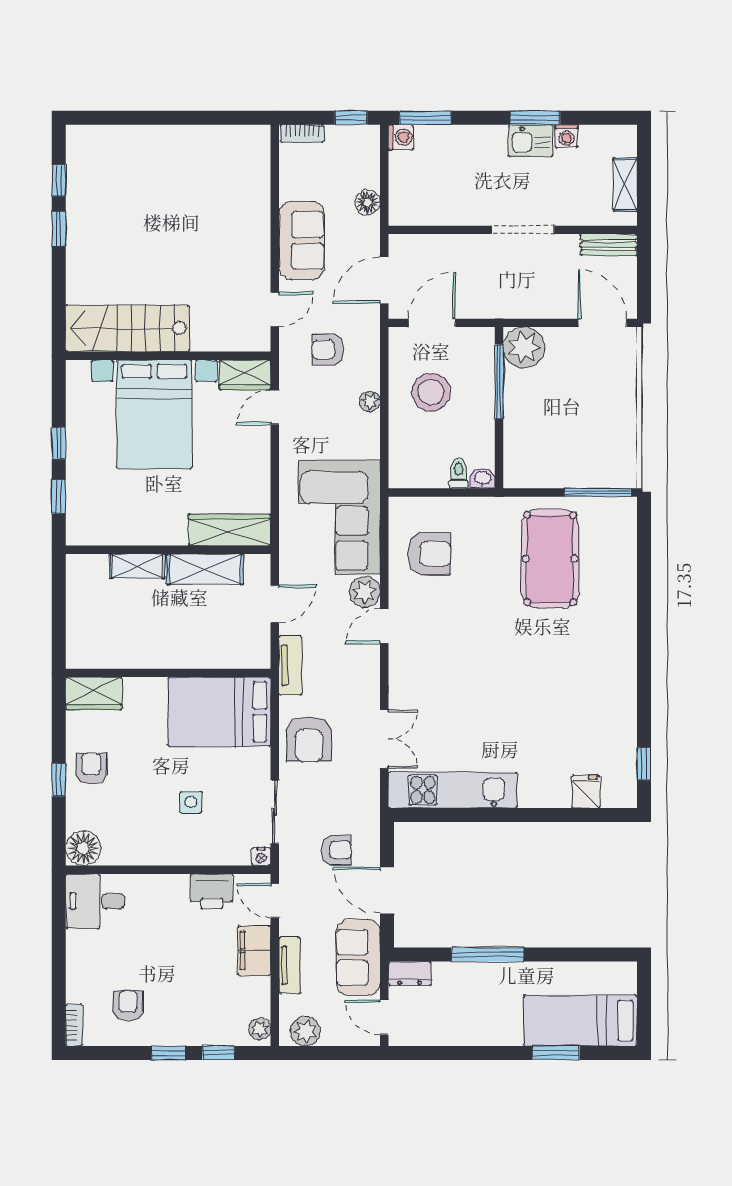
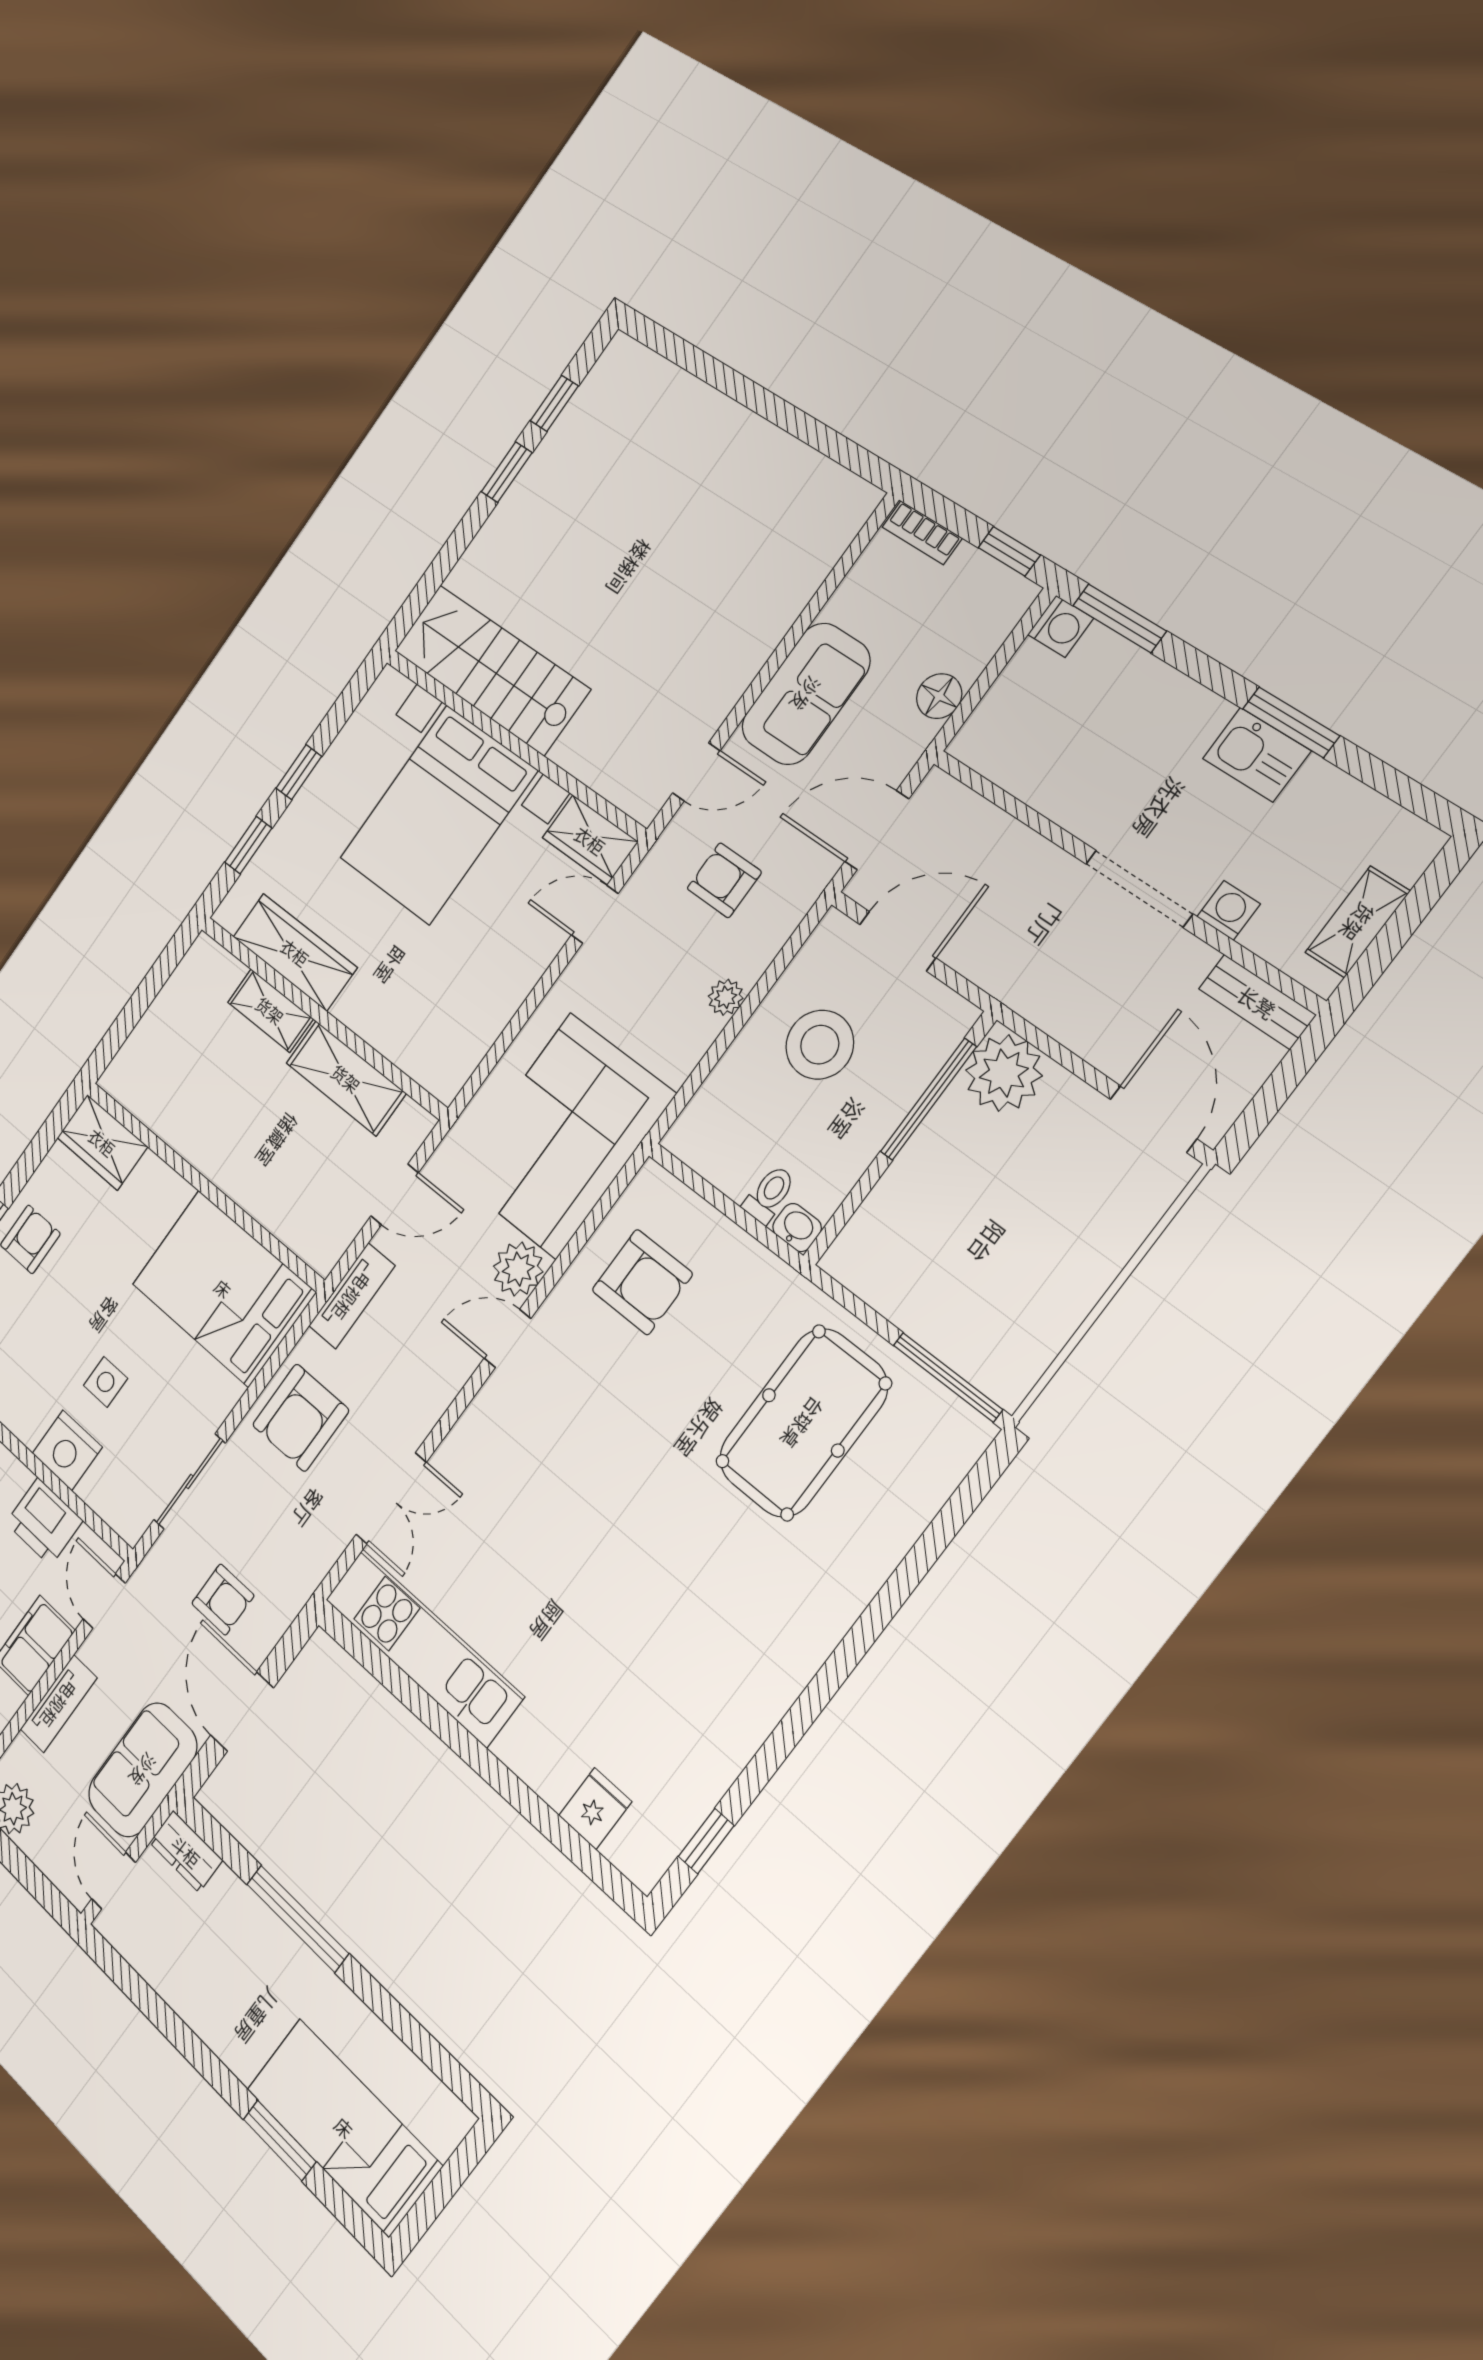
washing machine: (567, 136) -> (1229, 910), moved, turned 180
wardrobe: (230, 530) -> (295, 952), moved
nightstand: (261, 857) -> (67, 1450), moved, width x1.89, depth x1.79

